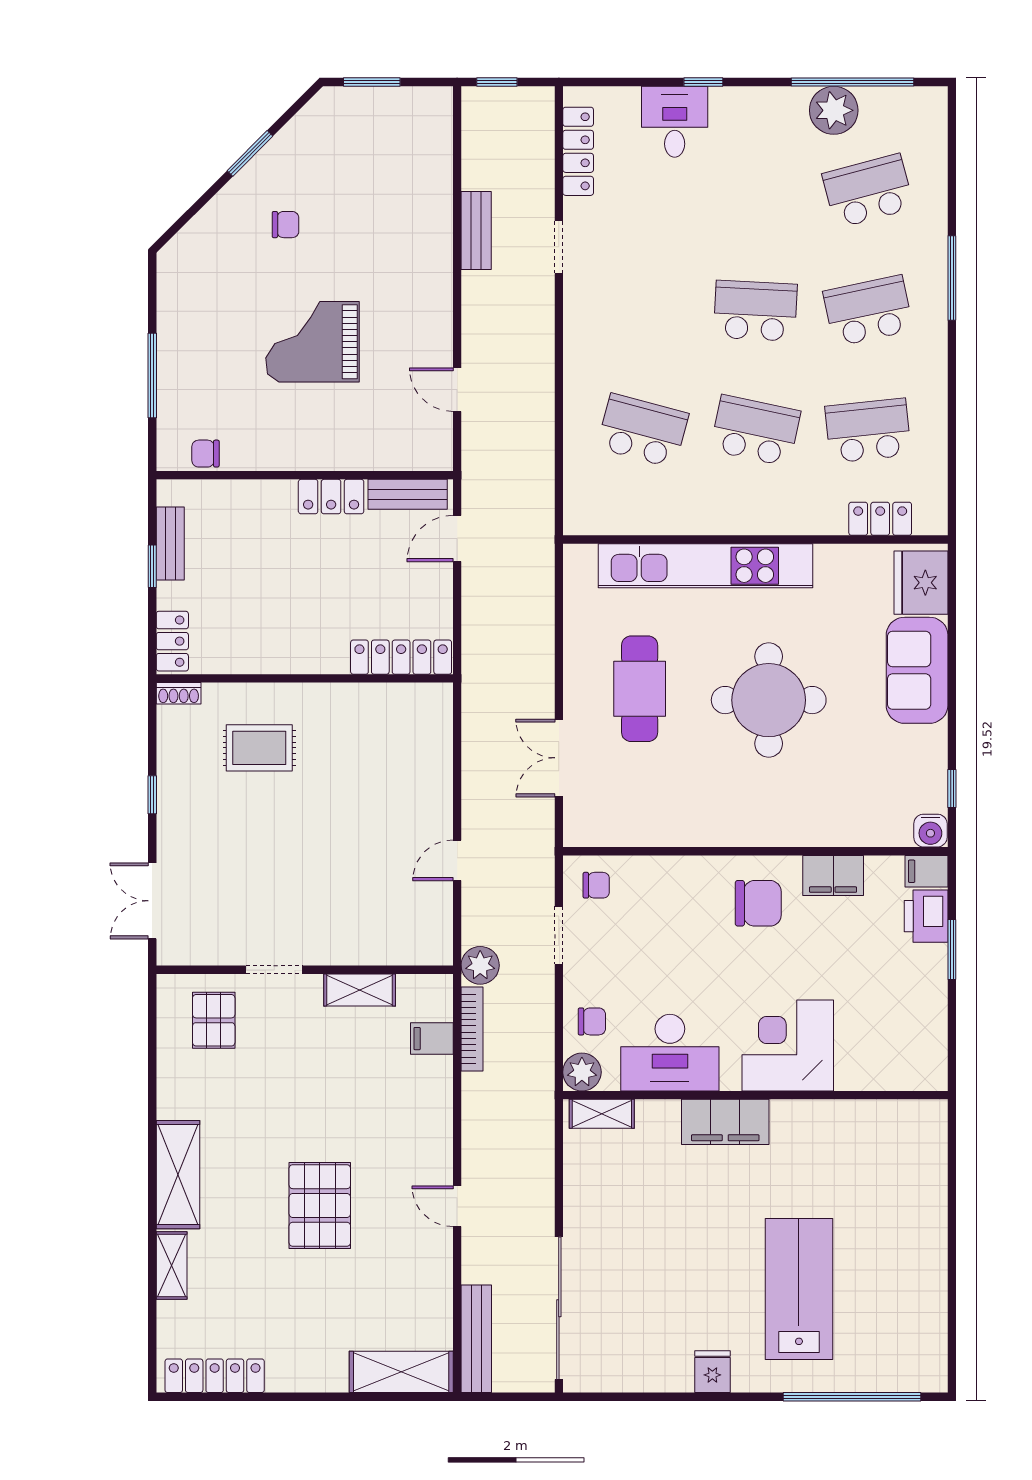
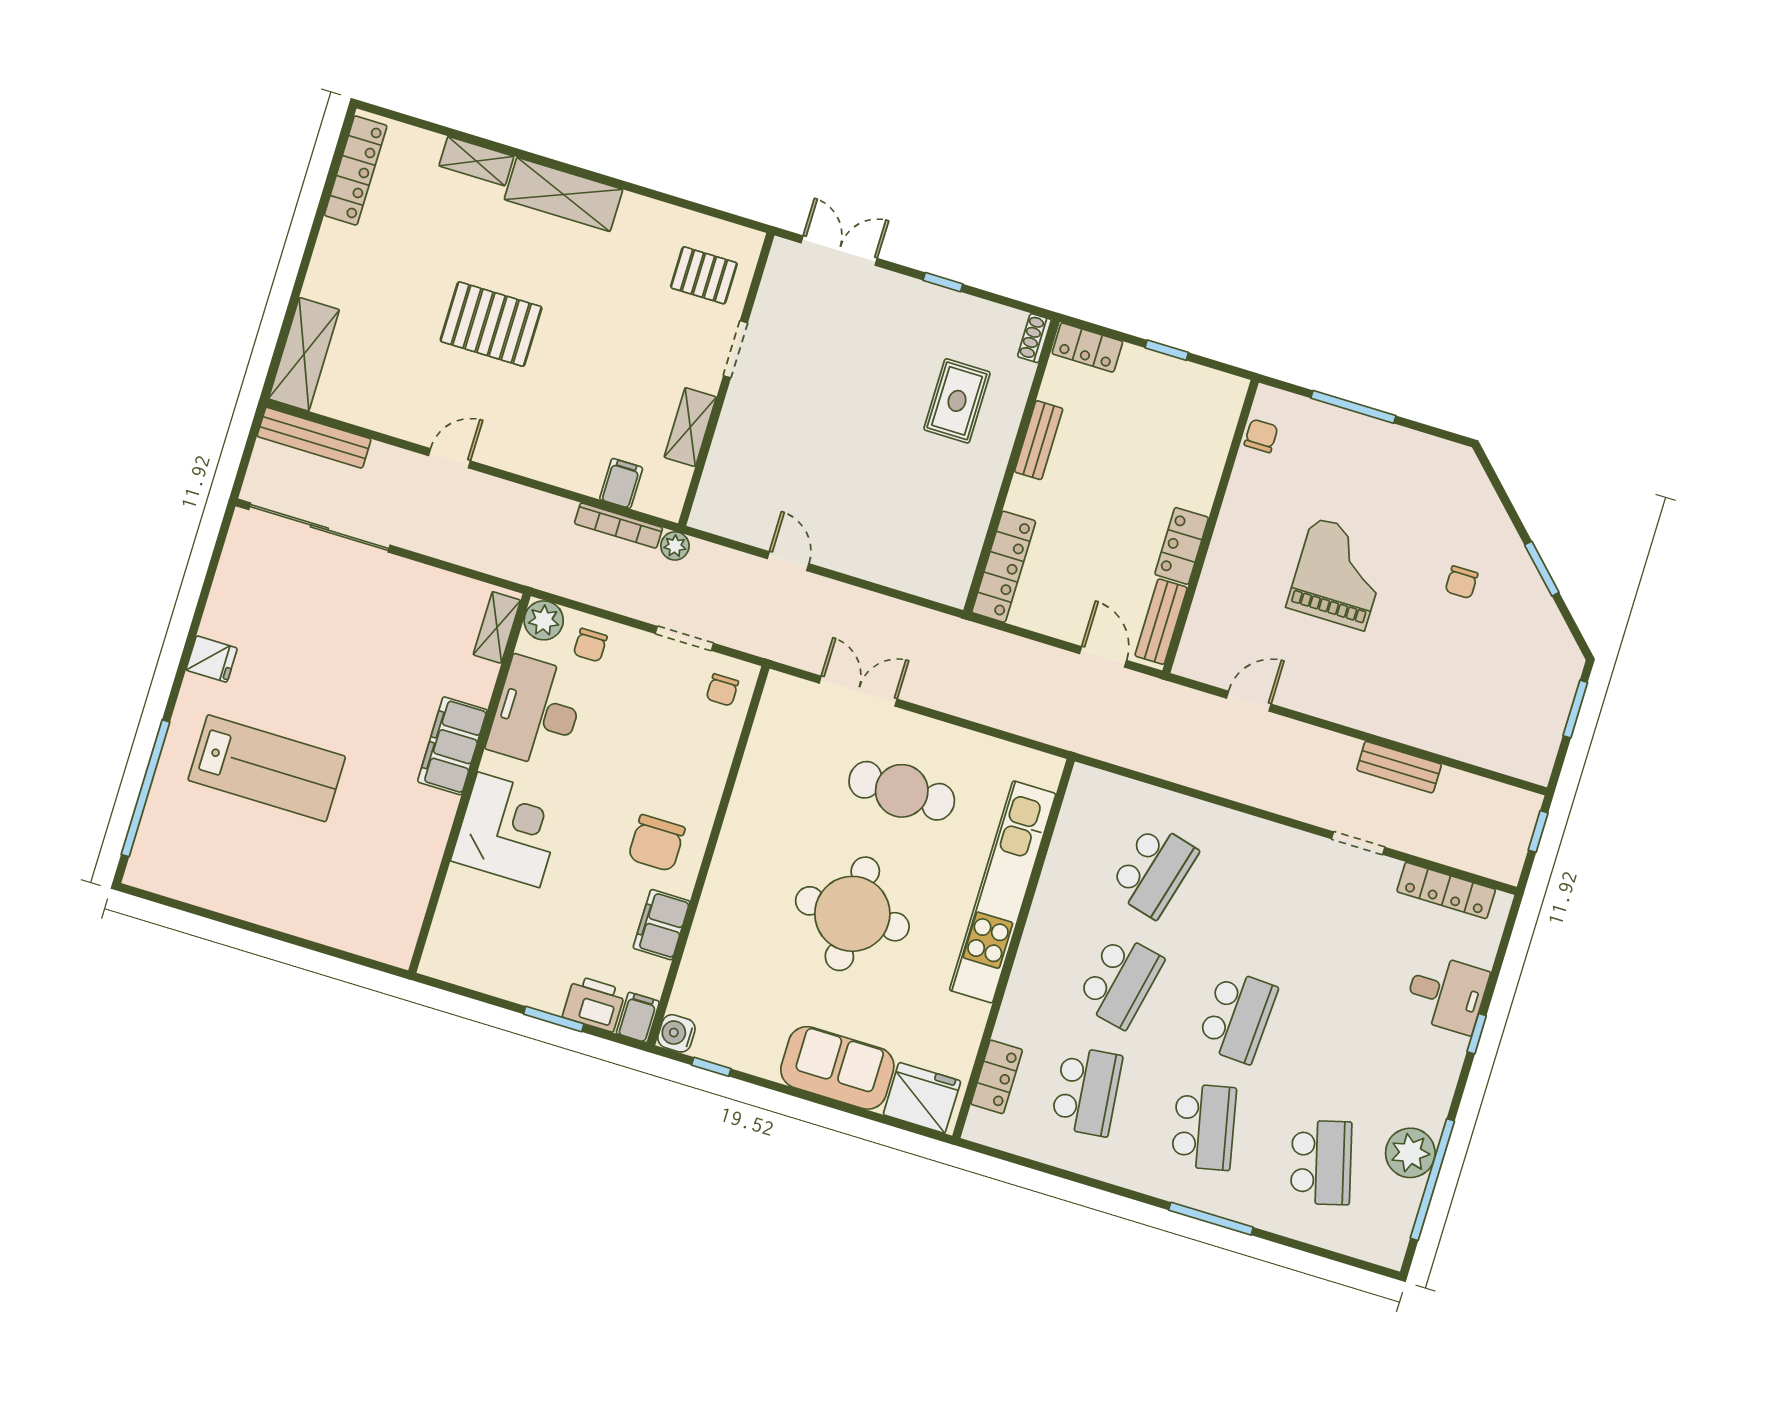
bench: (170, 543) -> (1039, 440), moved, turned 90
plant: (480, 965) -> (675, 546), width x0.73, depth x0.73

